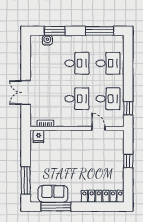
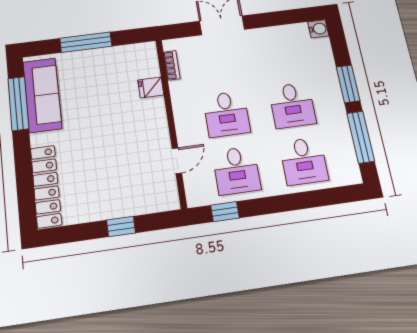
window: (55, 31) -> (348, 84), moved
water cooler: (47, 40) -> (318, 29), moved
fridge: (38, 136) -> (151, 87), moved
window: (26, 180) -> (86, 42), moved
sofa: (53, 194) -> (42, 95), width x1.36

